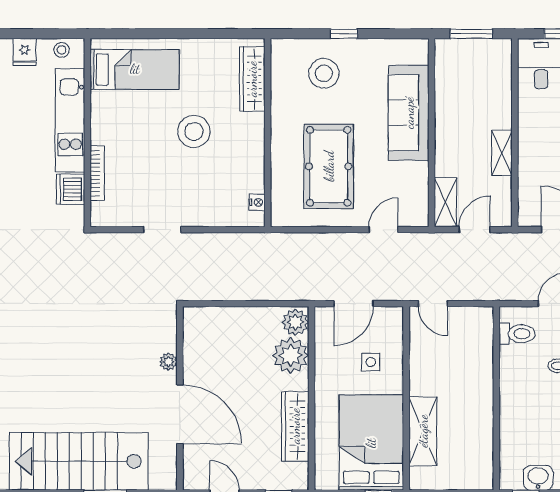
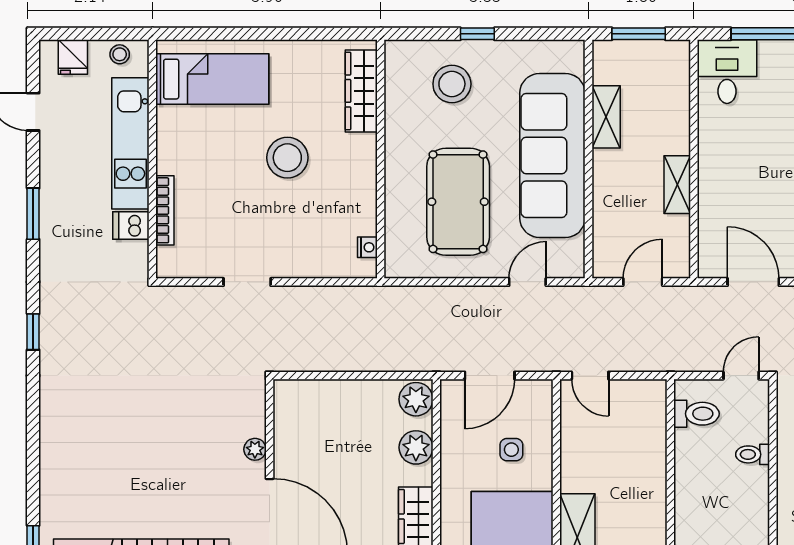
sofa: (409, 113) -> (552, 155), width x1.36, depth x1.27
dishwasher: (70, 189) -> (131, 225), width x0.73
shelving: (446, 202) -> (606, 117), moved
plant: (291, 355) -> (416, 447), width x0.73, depth x0.73

